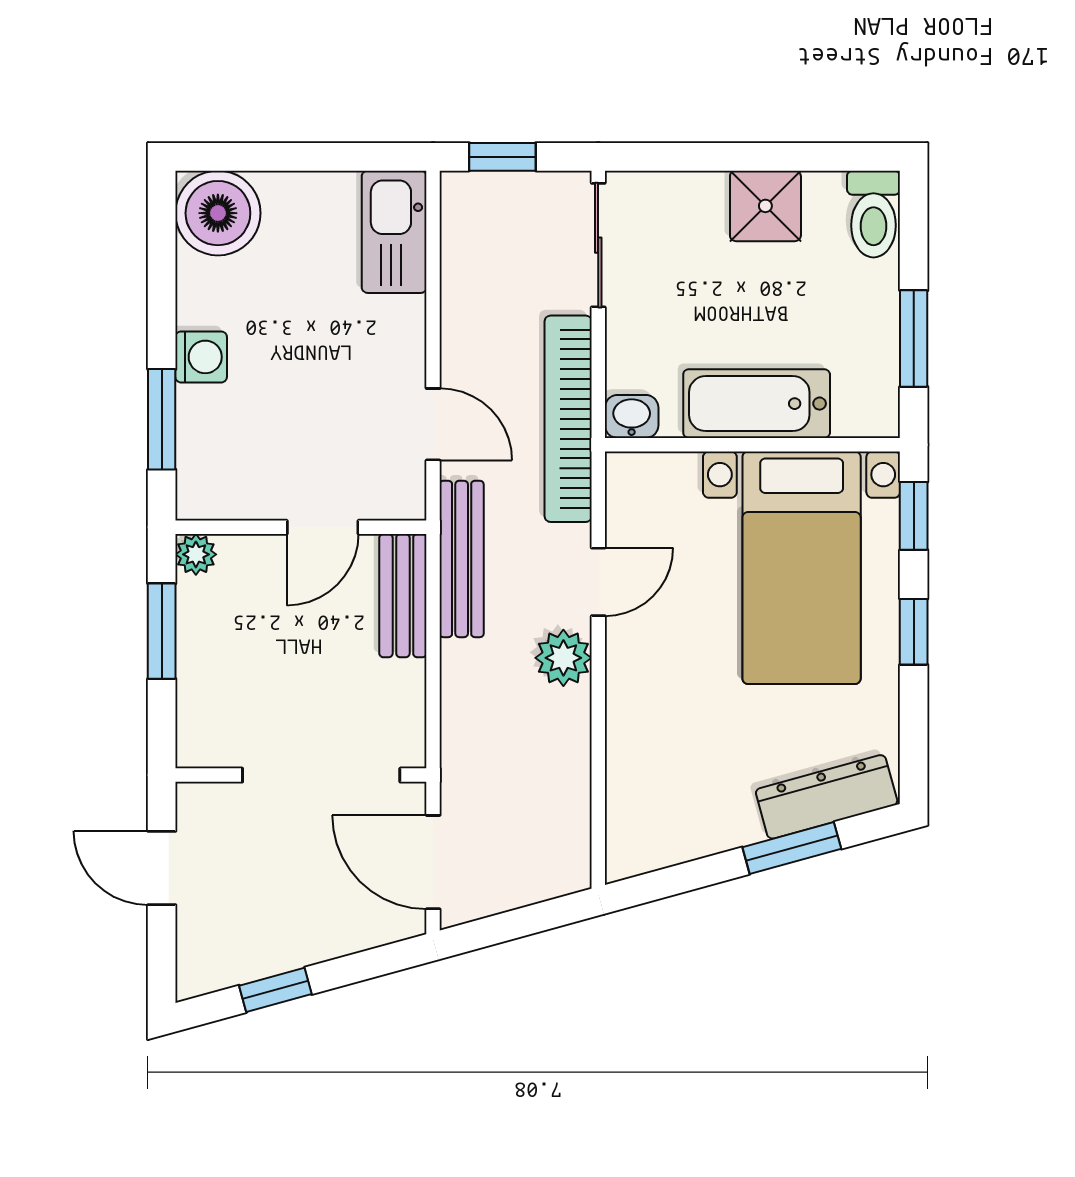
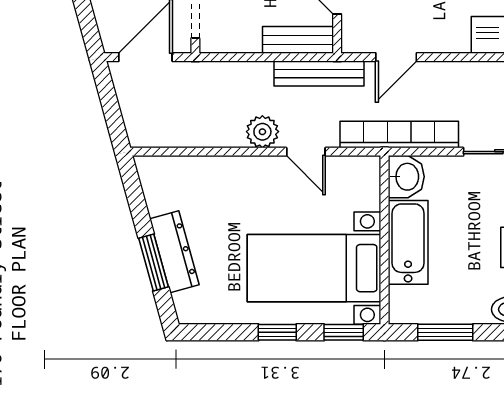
washbasin: (632, 416) -> (406, 177), width x1.38, depth x1.45
dresser: (827, 797) -> (174, 252), moved

